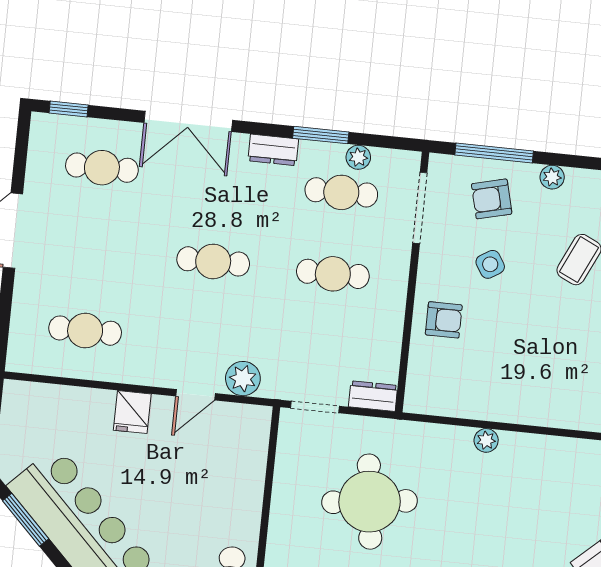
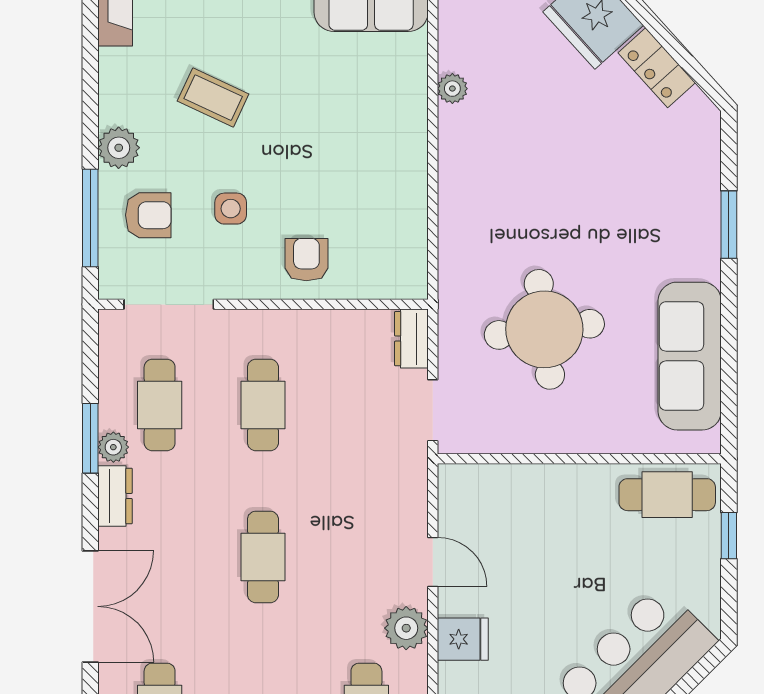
plant: (358, 157) -> (113, 447), moved
plant: (552, 177) -> (119, 148), width x1.38, depth x1.38
armchair: (492, 199) -> (148, 215), turned -76
side table: (490, 264) -> (231, 209), turned 32
plant: (243, 379) -> (406, 628), moved
plant: (486, 440) -> (452, 89), moved

